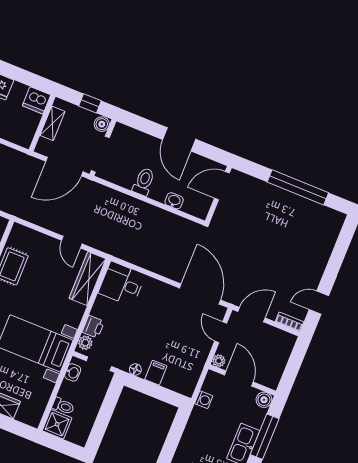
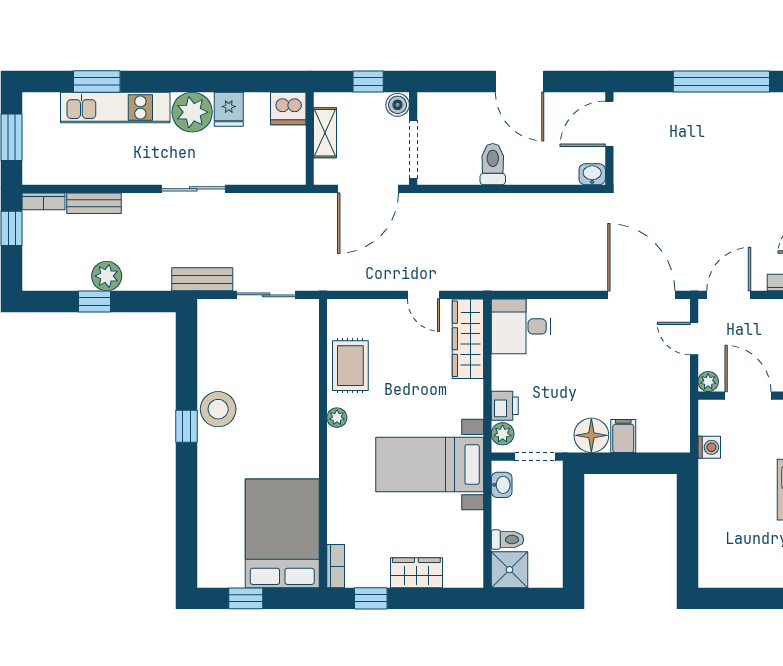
washbasin: (174, 201) -> (592, 174), moved
floor lamp: (135, 369) -> (591, 435), width x1.89, depth x1.89

